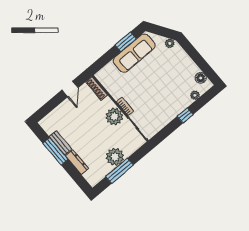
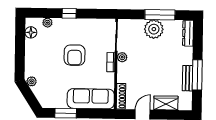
sofa: (134, 53) -> (91, 99), moved
armchair: (155, 89) -> (75, 55), added
wardrobe: (60, 112) -> (166, 103), added
plant: (114, 117) -> (122, 57), width x0.53, depth x0.53
dresser: (77, 162) -> (188, 33), moved

